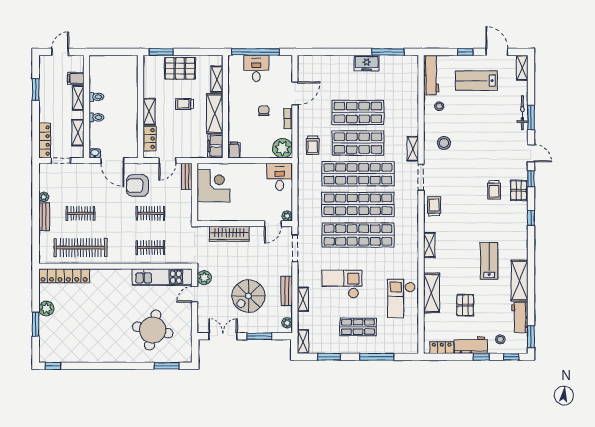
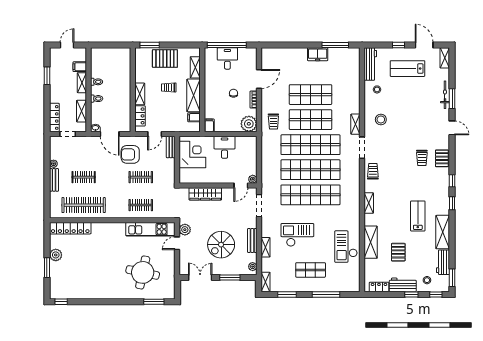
filing cabinet: (215, 146) -> (194, 117), width x0.50
desk: (280, 177) -> (225, 147), moved
window: (531, 179) -> (452, 203), moved

